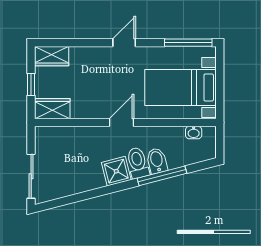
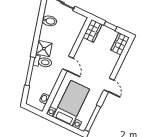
bidet: (157, 161) -> (49, 21), moved

